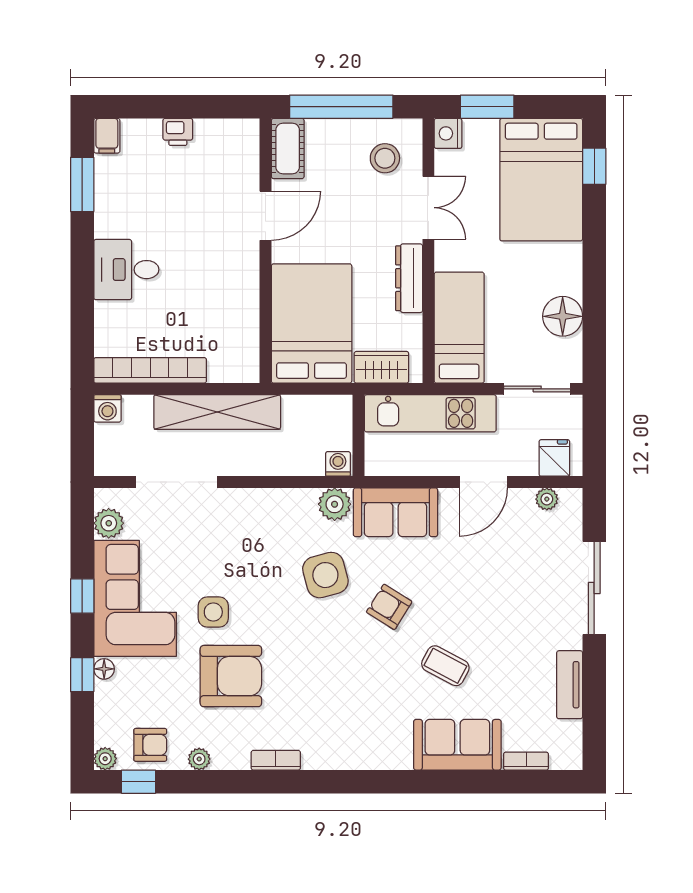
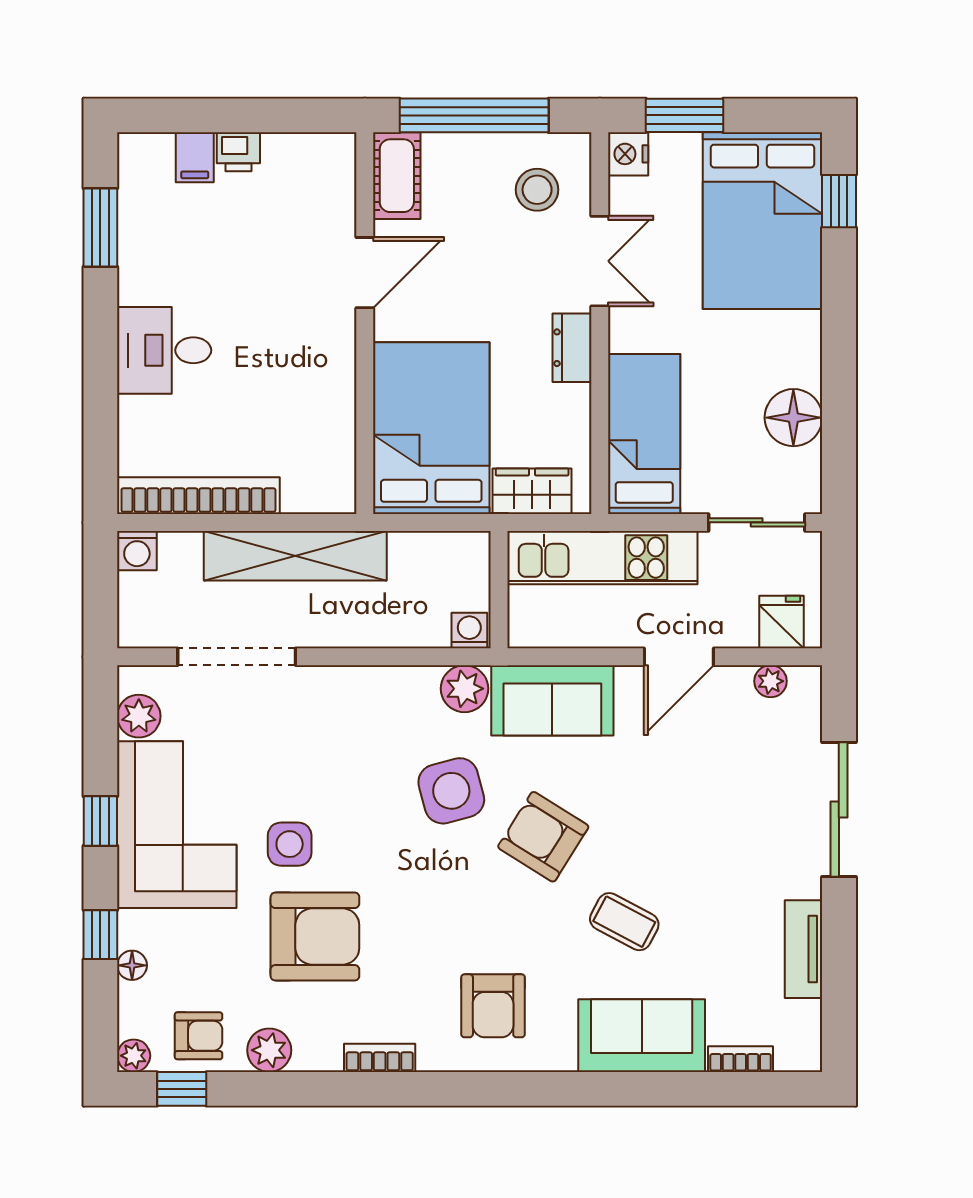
filing cabinet: (107, 136) -> (195, 157), moved
dresser: (409, 278) -> (572, 348), width x0.70
armchair: (389, 607) -> (543, 837), width x1.38, depth x1.38
floor lamp: (104, 669) -> (132, 965), moved
armchair: (354, 724) -> (493, 1006), added
plant: (199, 759) -> (269, 1050), width x1.38, depth x1.38

